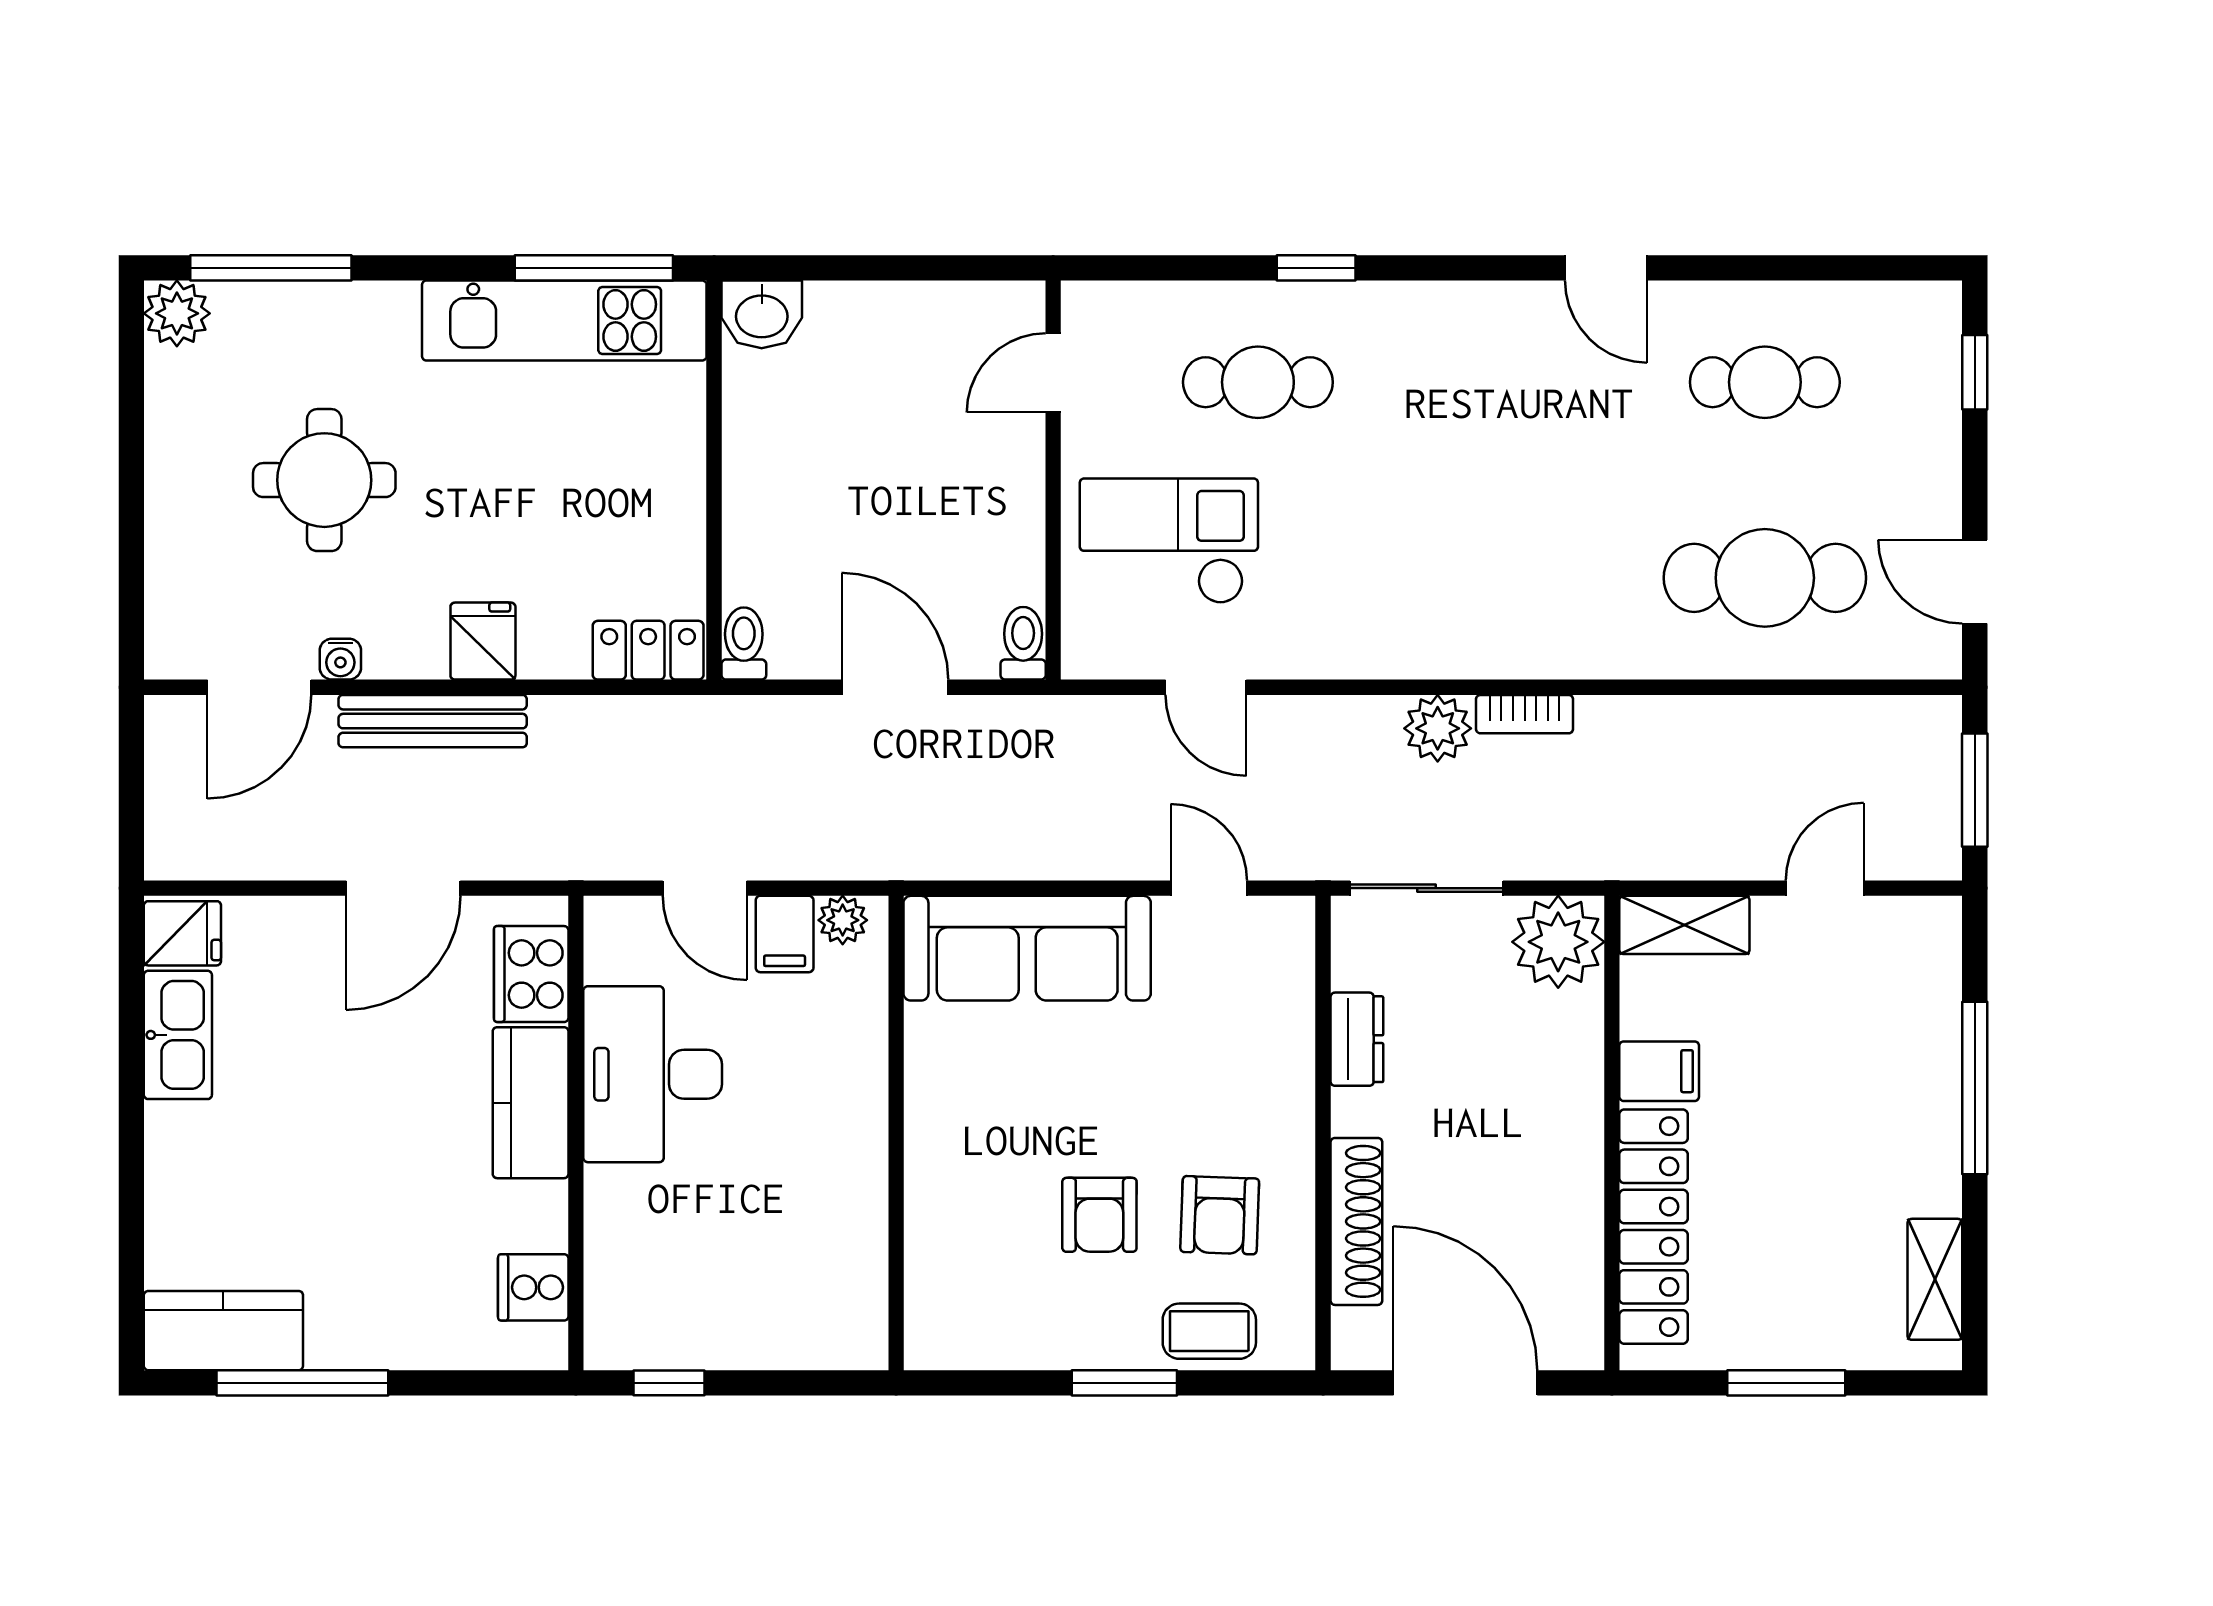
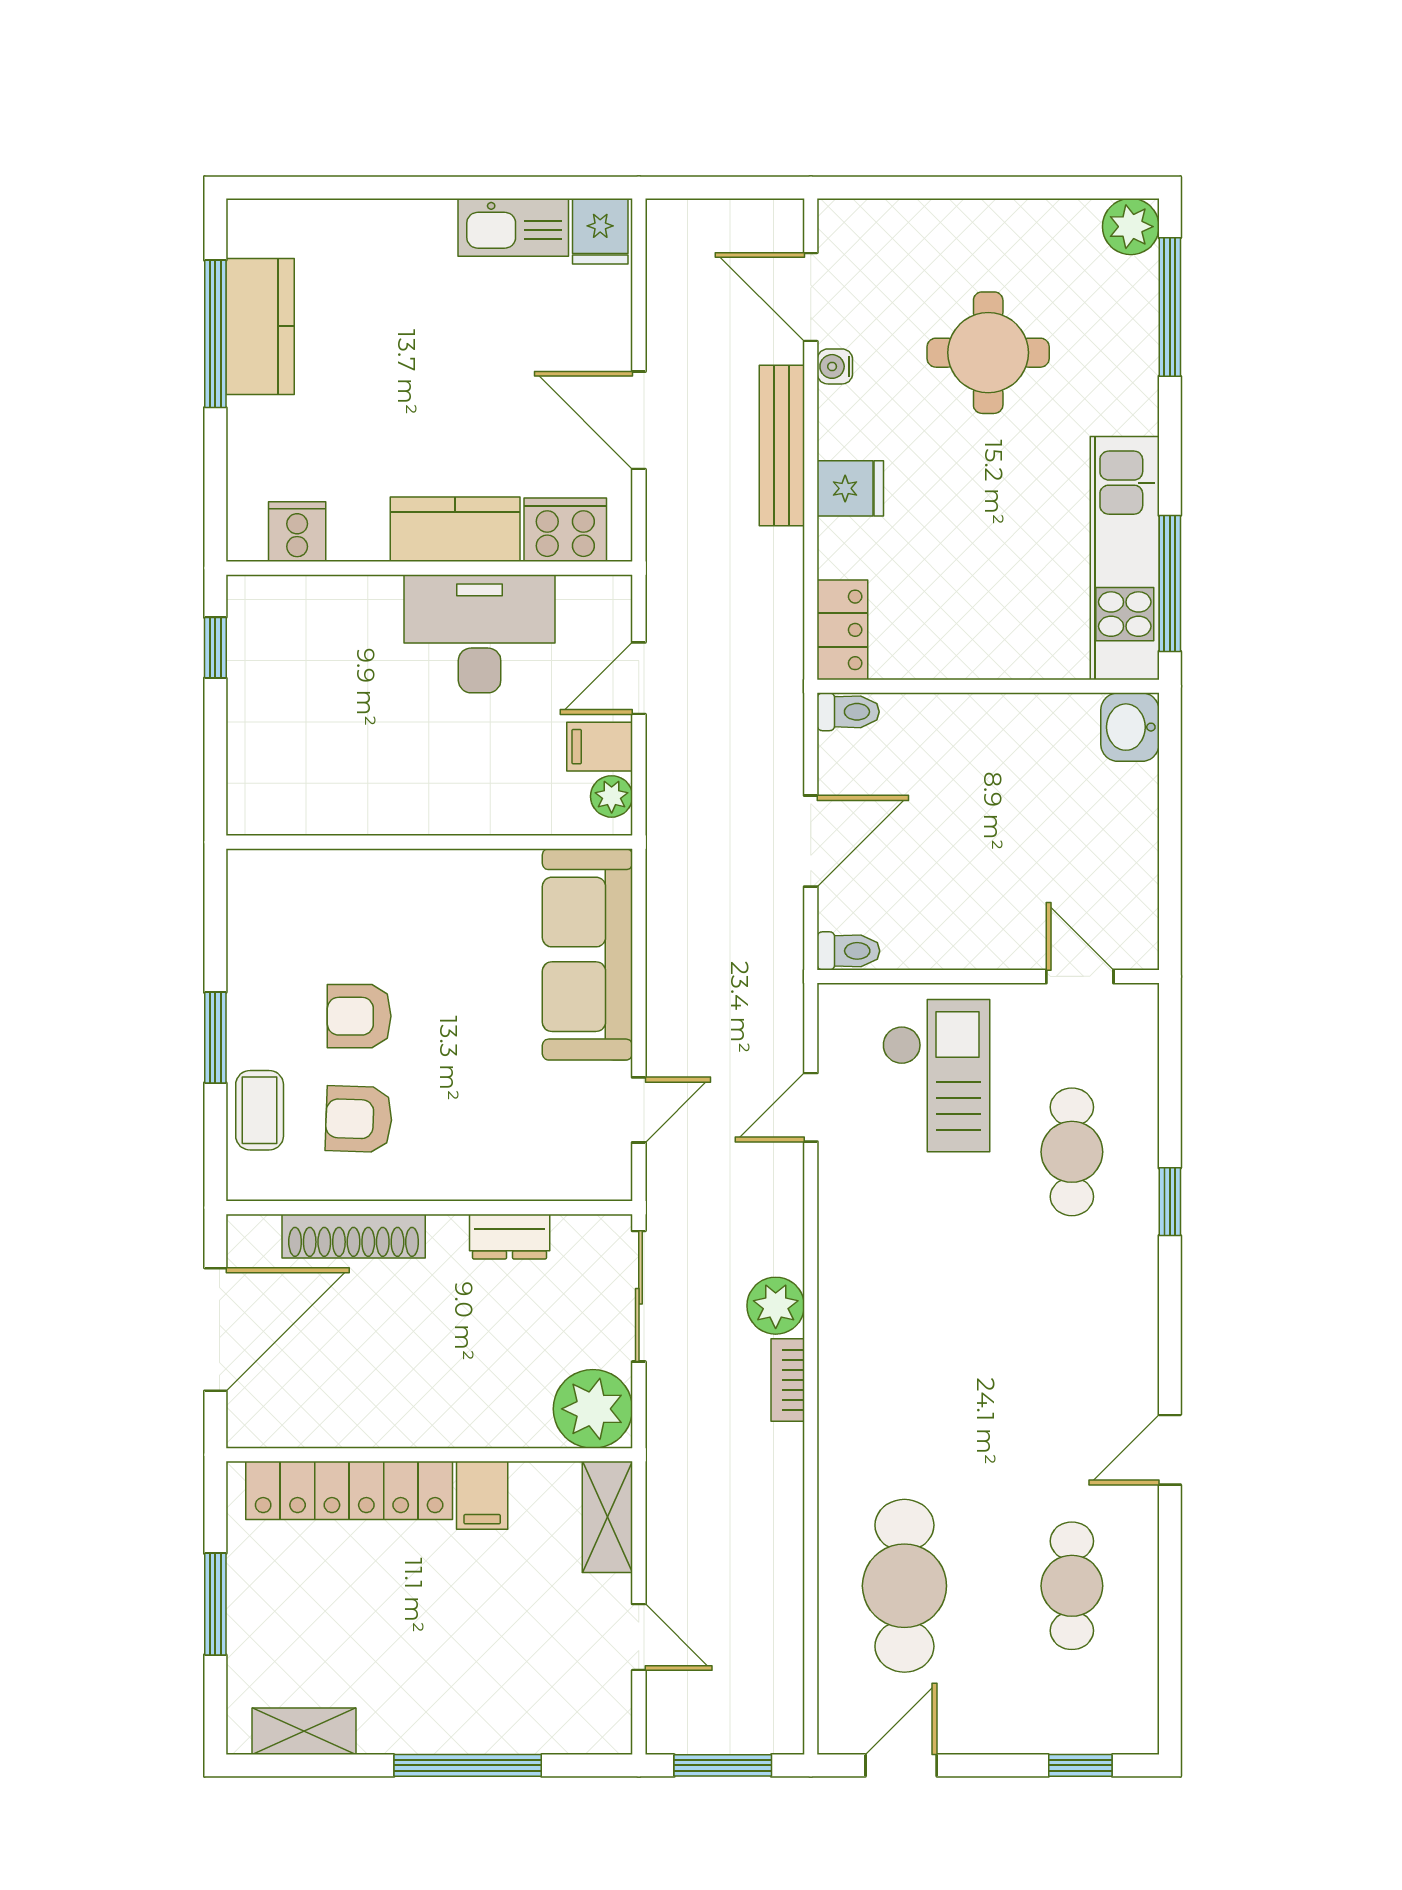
kitchen counter: (223, 1331) -> (260, 326), moved

